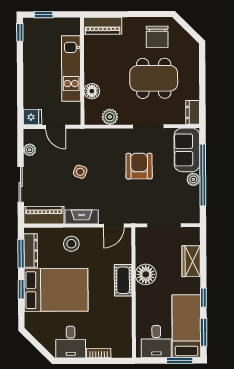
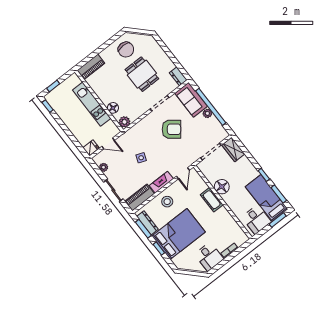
dining table: (154, 78) -> (142, 74), width x0.73
plant: (110, 117) -> (124, 122), moved
armchair: (139, 166) -> (171, 129), turned 128
wardrobe: (191, 261) -> (233, 149), moved

